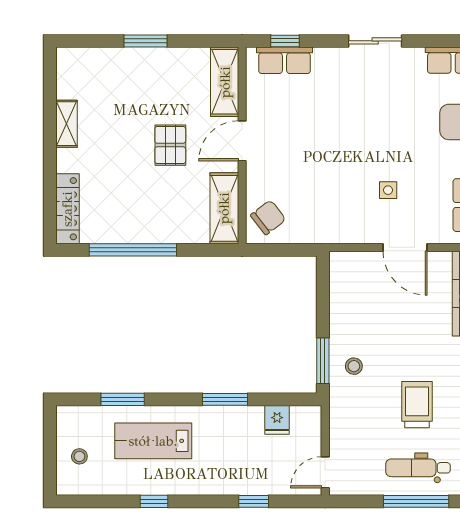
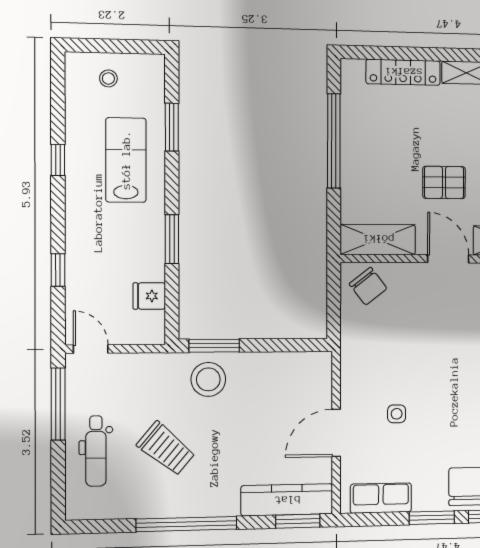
locker: (67, 209) -> (403, 72), moved
stool: (354, 366) -> (208, 379), width x1.89, depth x1.89
trolley: (417, 405) -> (166, 449), turned 40
dental chair: (418, 468) -> (96, 451), turned 180
window: (416, 501) -> (58, 404), moved

